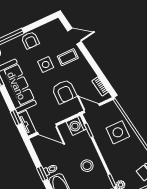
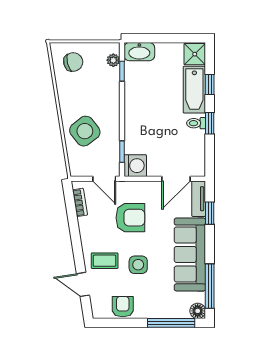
armchair: (30, 40) -> (123, 307), moved
armchair: (64, 92) -> (130, 218), turned 90
door: (47, 129) -> (176, 179), swing flipped
side table: (118, 132) -> (85, 131), turned -38
stool: (87, 166) -> (146, 106), removed

